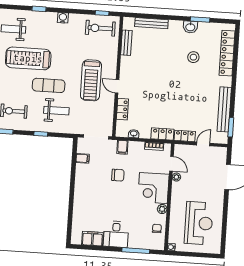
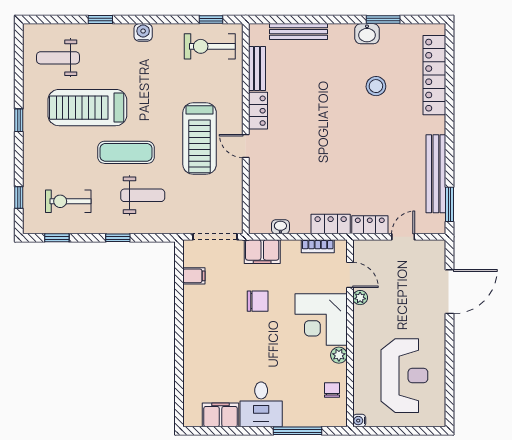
locker: (122, 109) -> (258, 111), moved
filing cabinet: (122, 147) -> (262, 252), width x2.00

